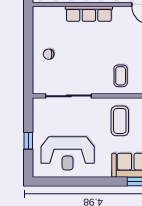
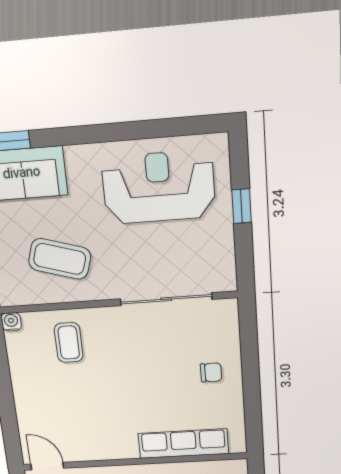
row of seats: (89, 14) -> (183, 444), moved
coffee table: (120, 121) -> (60, 259), turned -73

